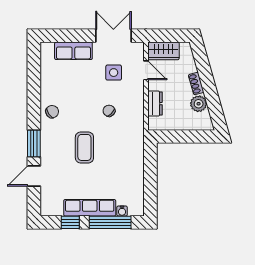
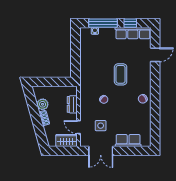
window: (34, 143) -> (155, 77), removed
row of seats: (90, 208) -> (133, 33), moved

